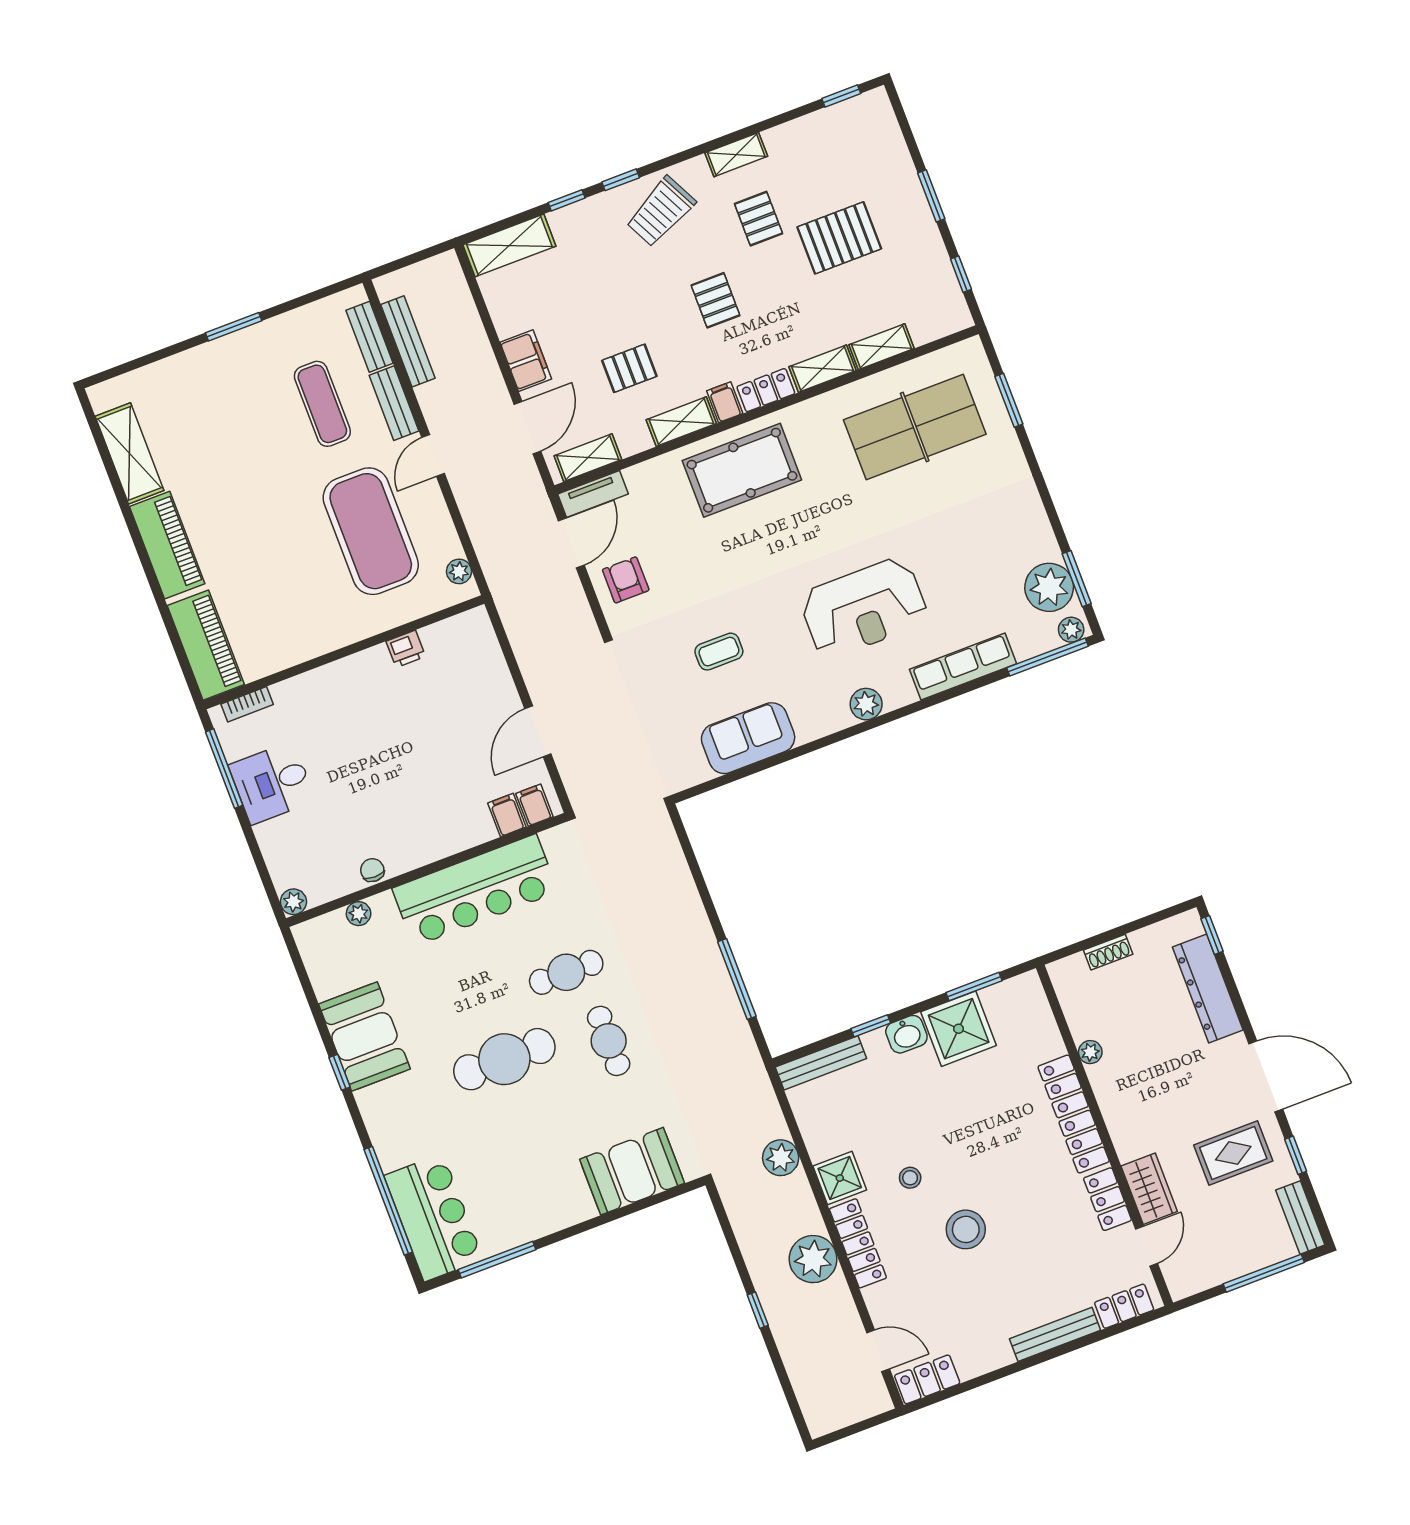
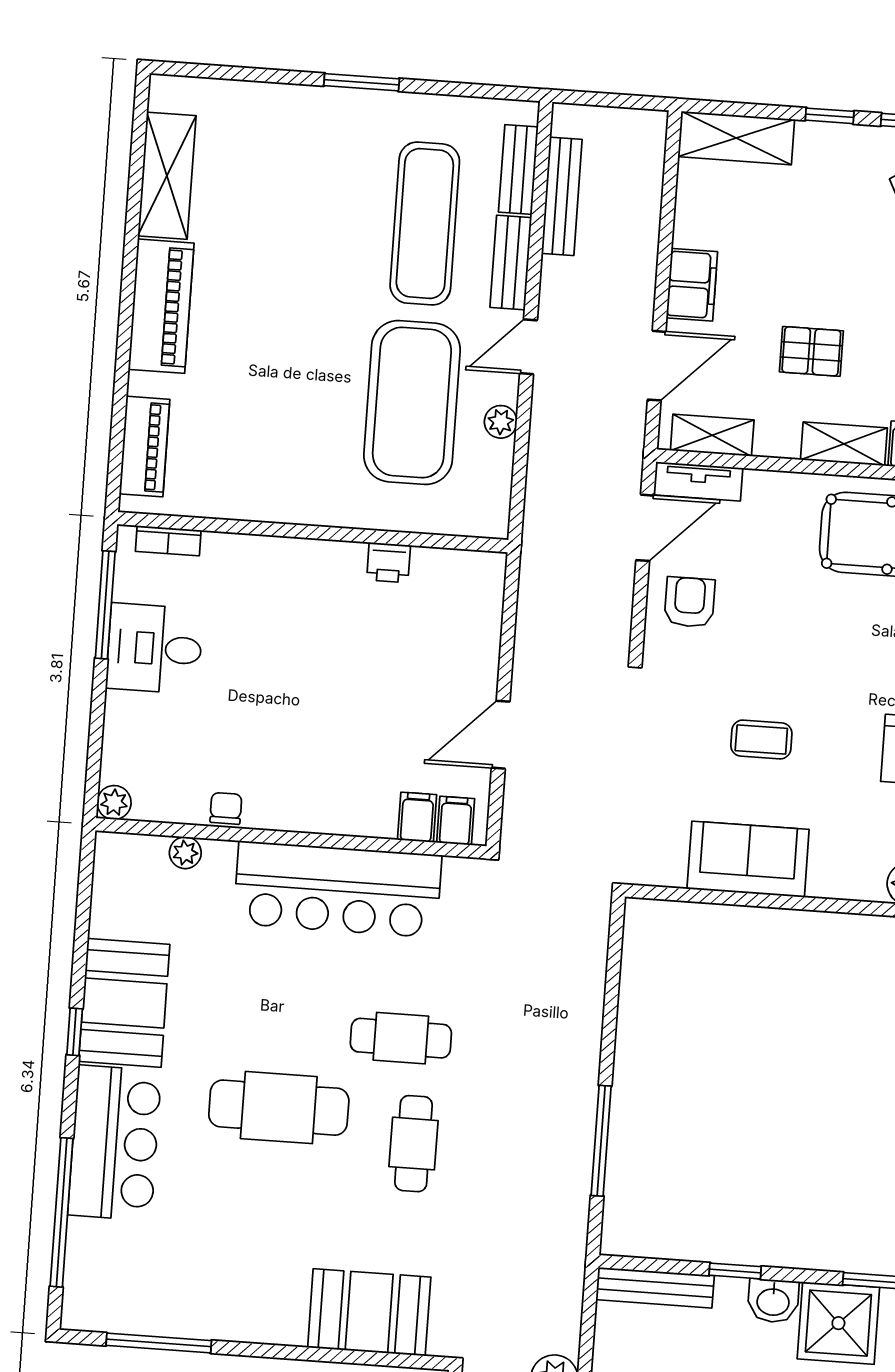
exercise mat: (322, 404) -> (425, 224), width x1.36, depth x1.45
plant: (459, 571) -> (501, 422), moved
piano: (206, 645) -> (144, 447), width x0.73, depth x0.75
bar counter: (434, 1218) -> (115, 1143), moved

